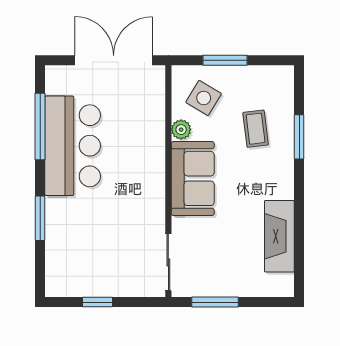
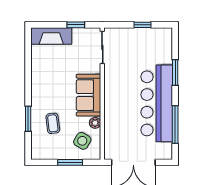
bar counter: (73, 146) -> (157, 103), width x1.36
fireplace: (279, 236) -> (51, 36), moved, turned 90
window: (215, 302) -> (76, 25), width x0.67

